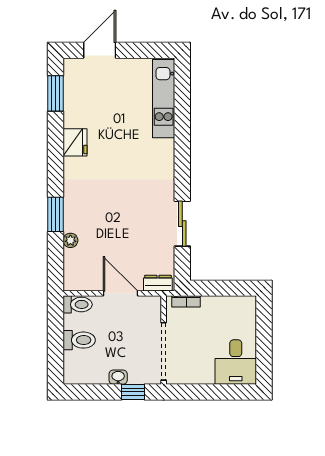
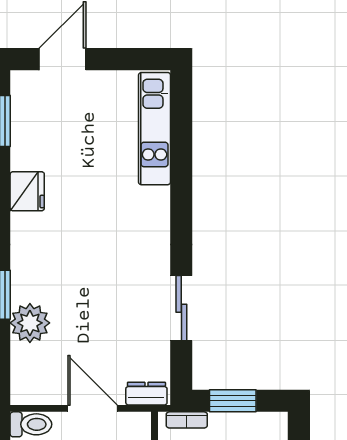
plant: (70, 240) -> (30, 323), width x1.87, depth x1.87
window: (218, 288) -> (233, 401), added

